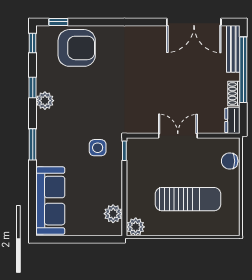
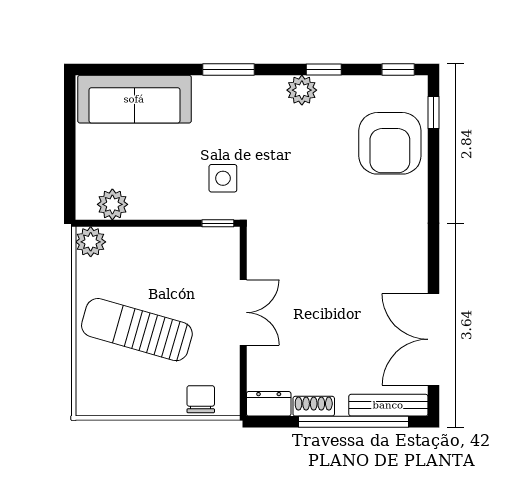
sun lounger: (188, 199) -> (137, 330), turned 106

